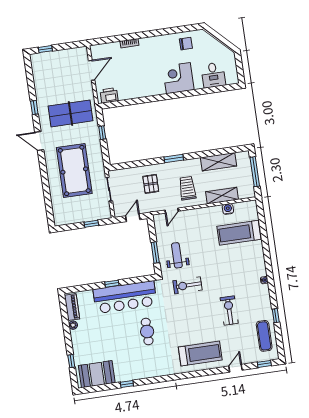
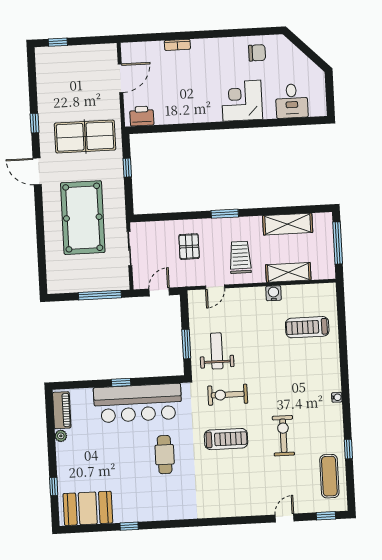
water cooler: (228, 209) -> (274, 293), moved
window: (91, 224) -> (100, 295), width x2.17
treadmill: (239, 233) -> (307, 327), width x0.73, depth x0.73
treadmill: (200, 354) -> (226, 439), moved, width x0.73, depth x0.73

